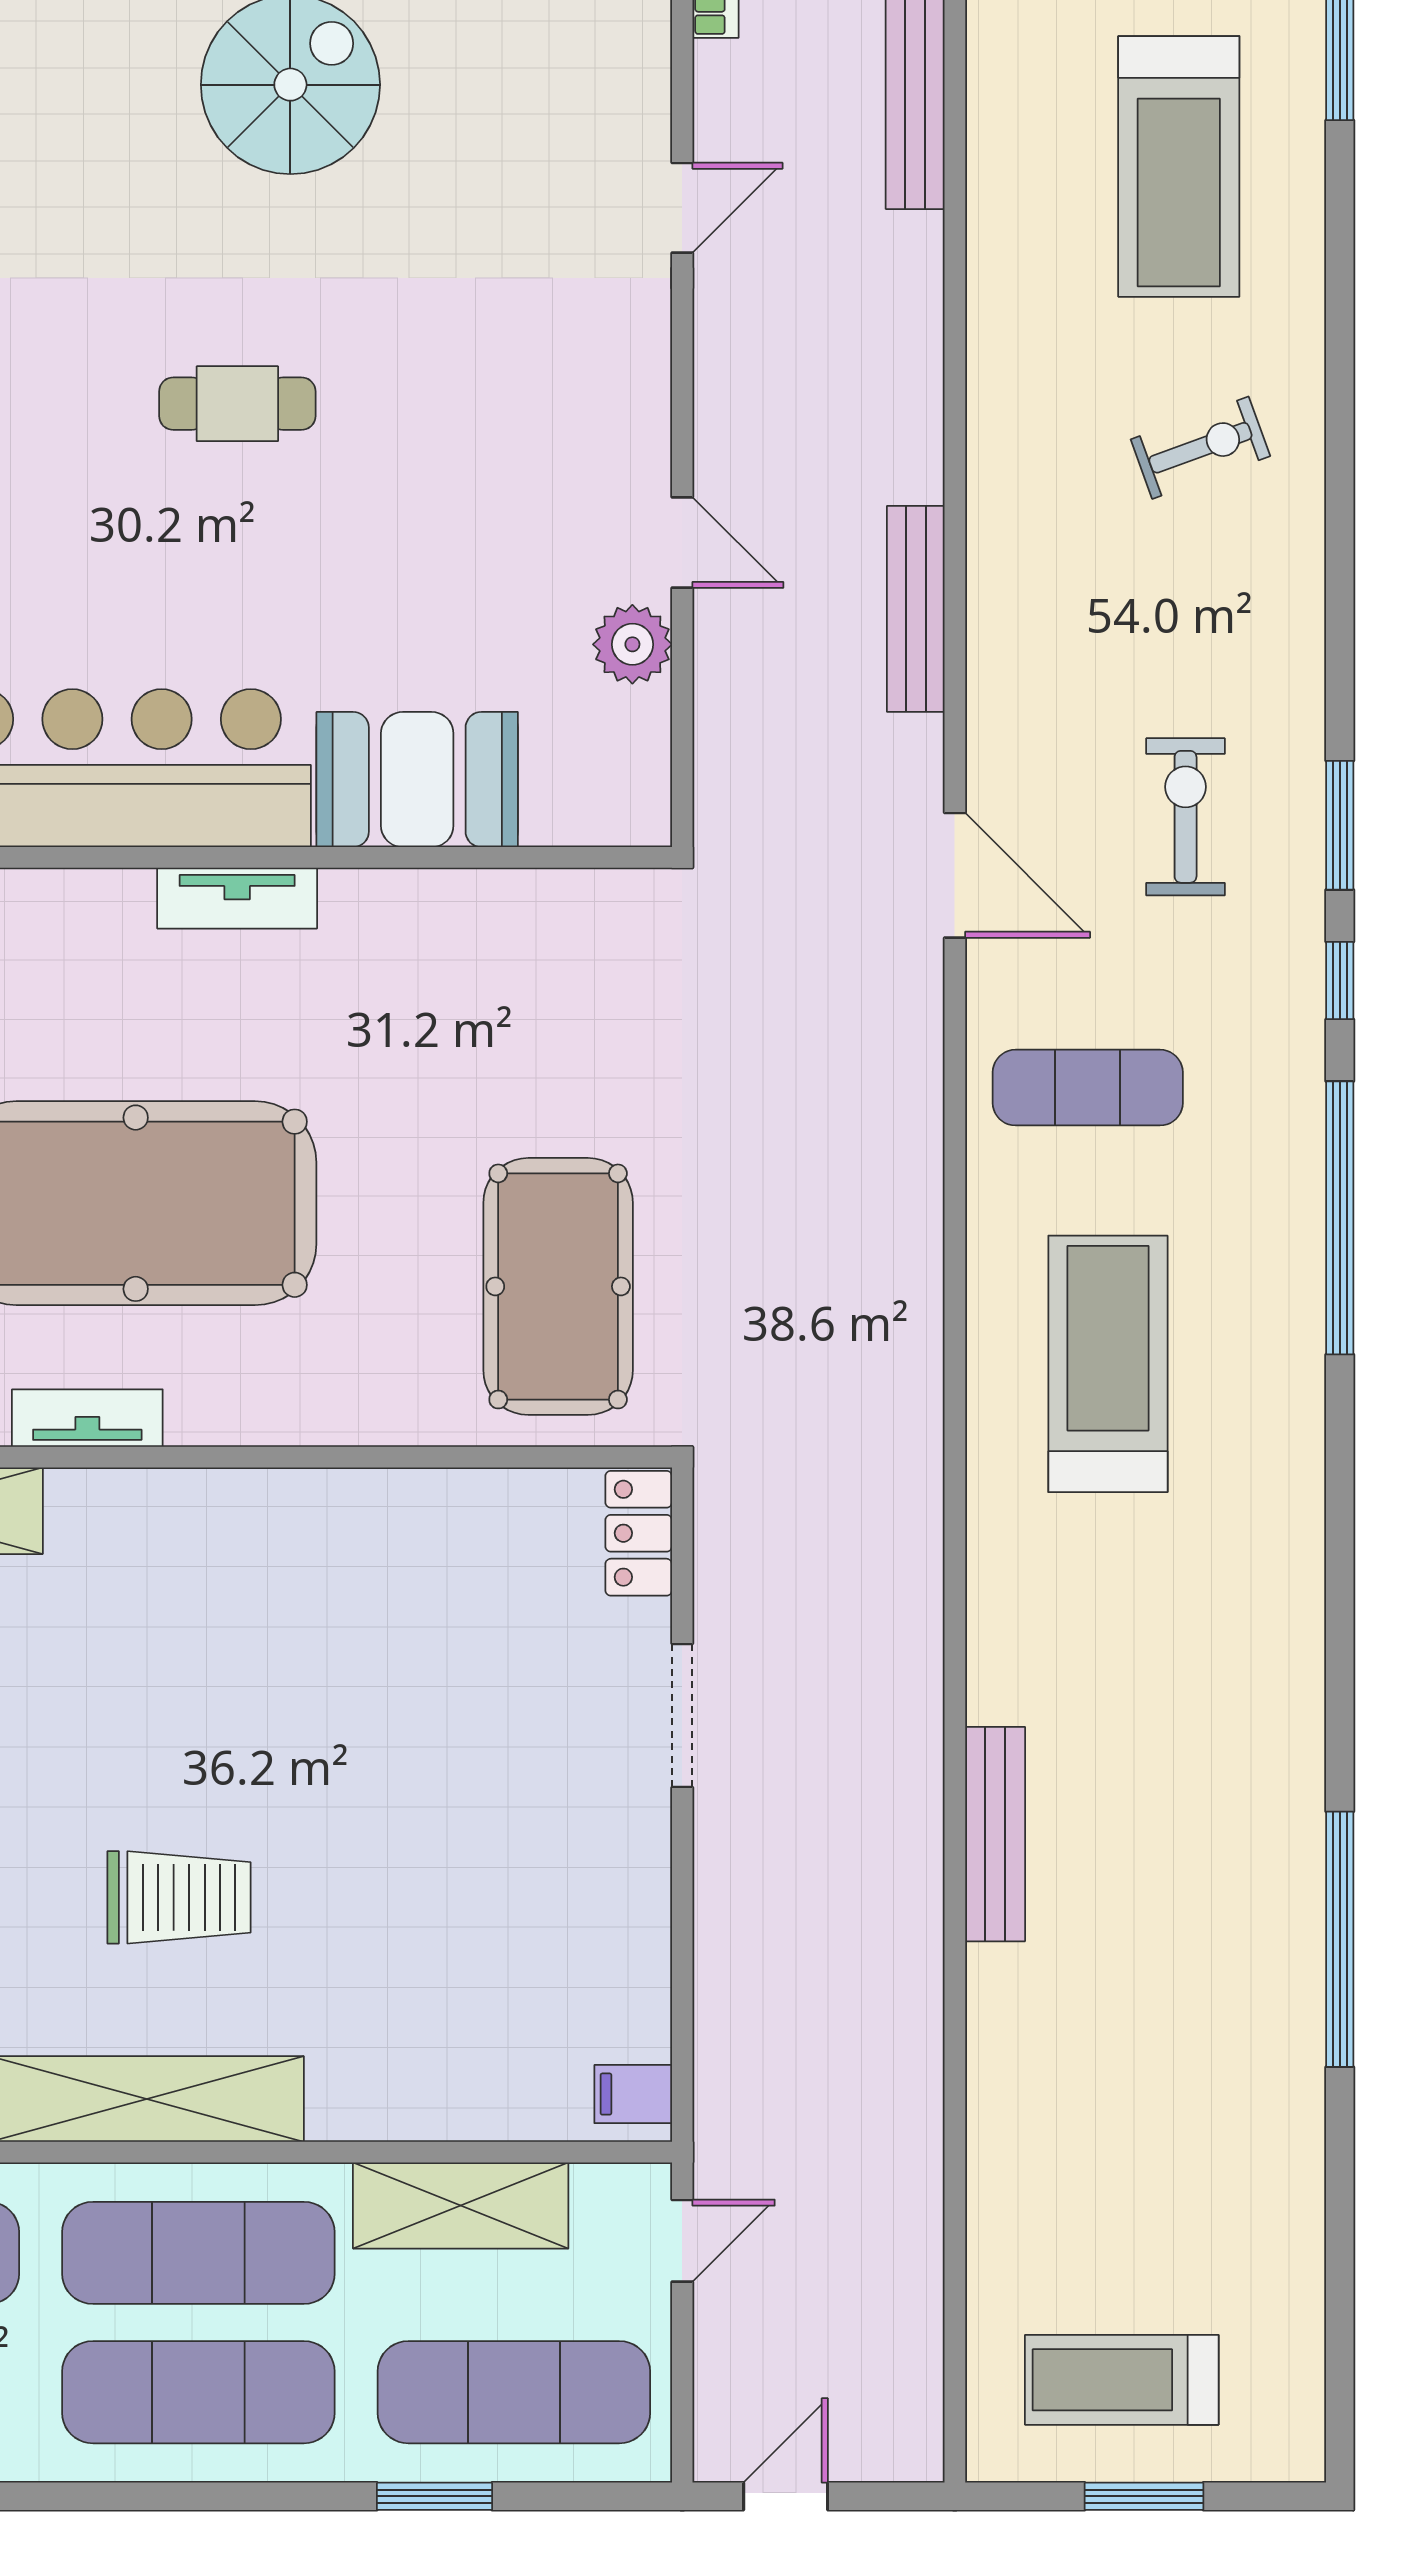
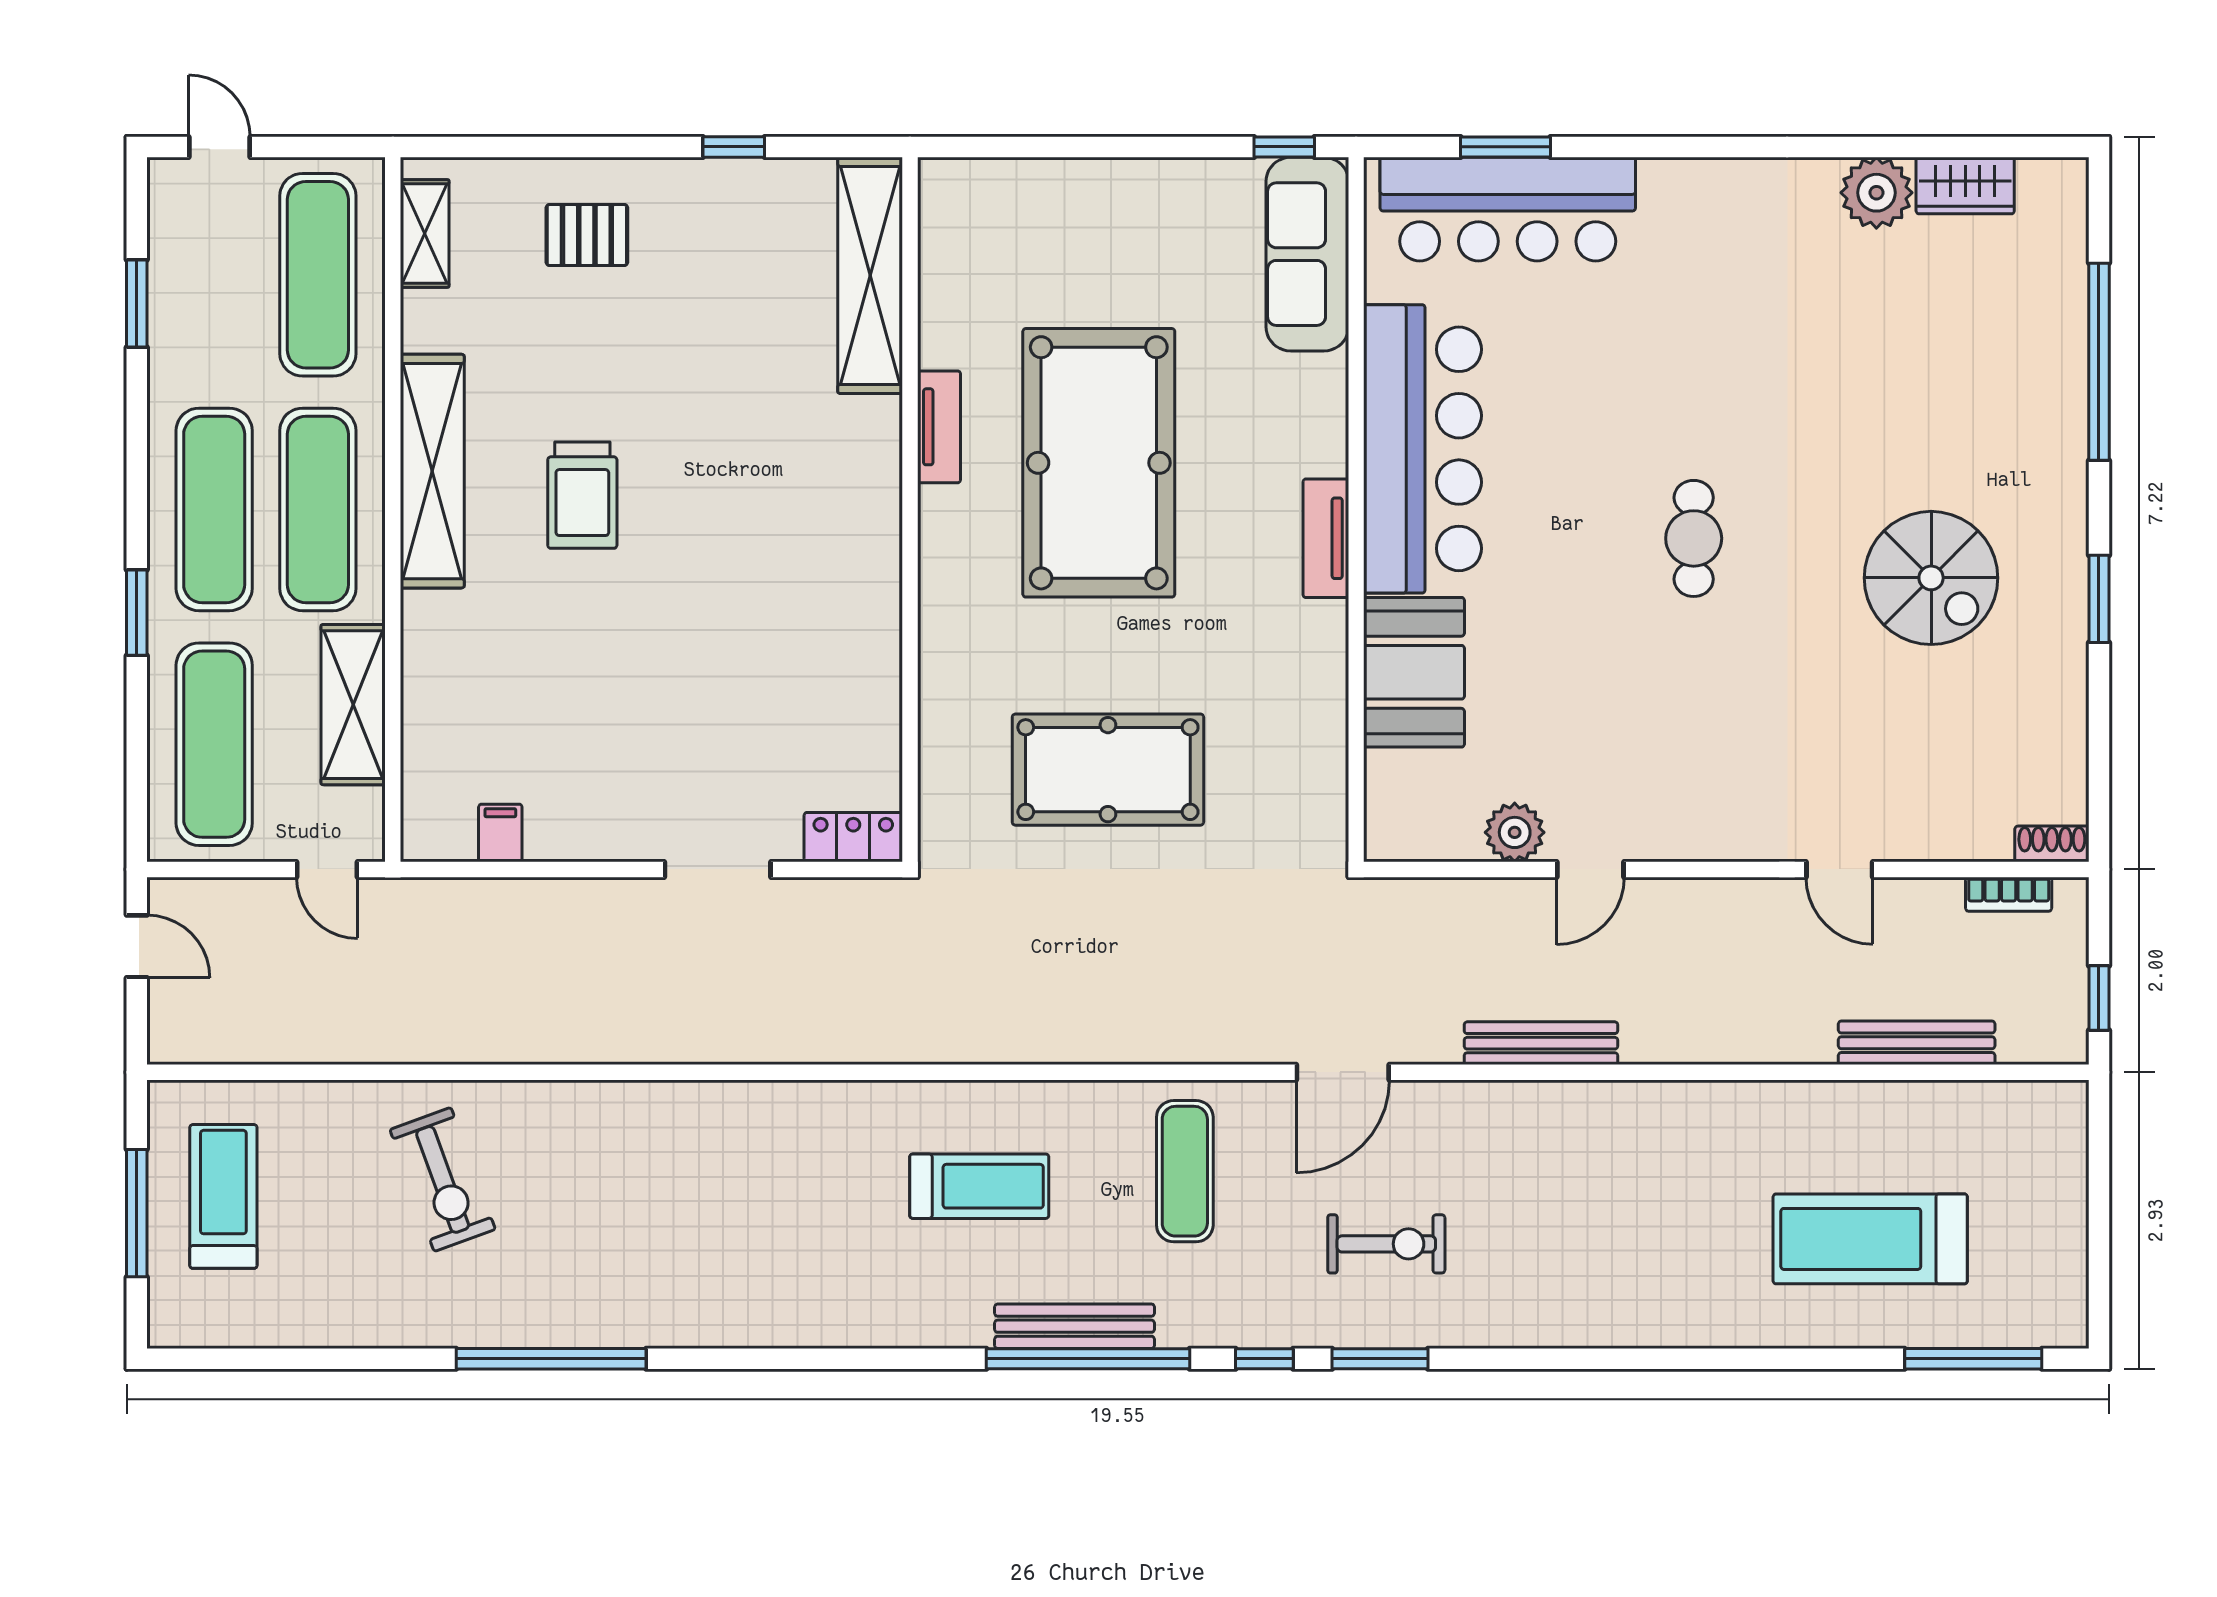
exercise bike: (1200, 448) -> (443, 1179), moved, width x1.38, depth x1.39
pool table: (558, 1286) -> (1108, 770), moved
treadmill: (1108, 1364) -> (979, 1186), width x0.73, depth x0.73
bench: (995, 1834) -> (1075, 1326), moved
filing cabinet: (633, 2094) -> (500, 833), moved
window: (435, 2496) -> (137, 613), moved
window: (1144, 2496) -> (137, 1213), width x1.44

